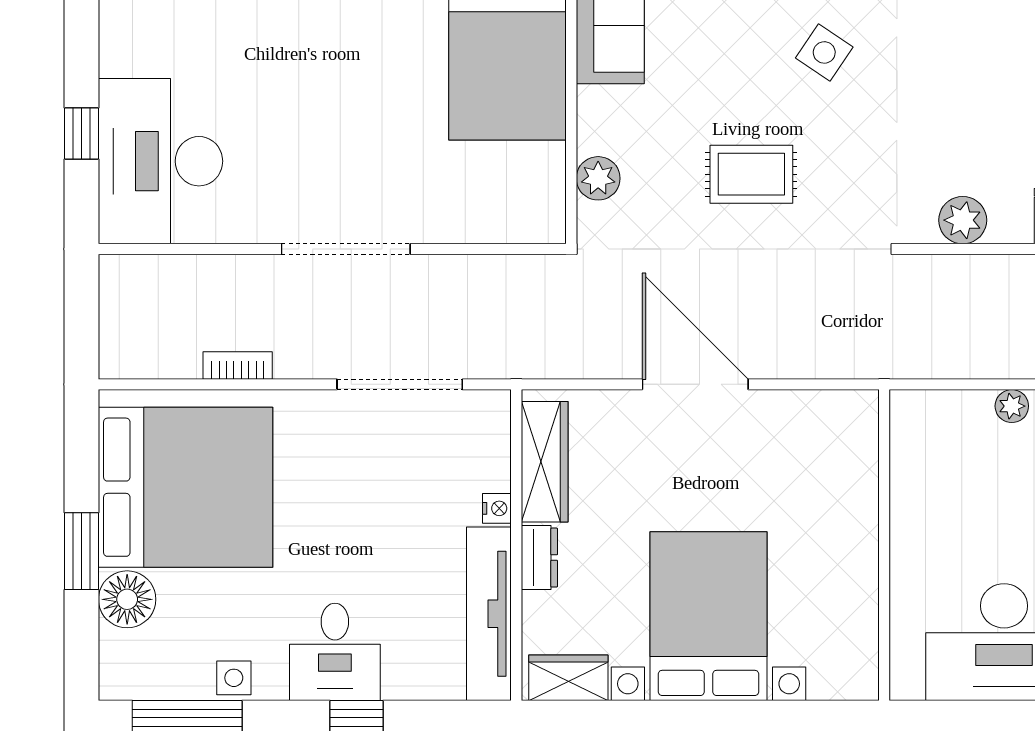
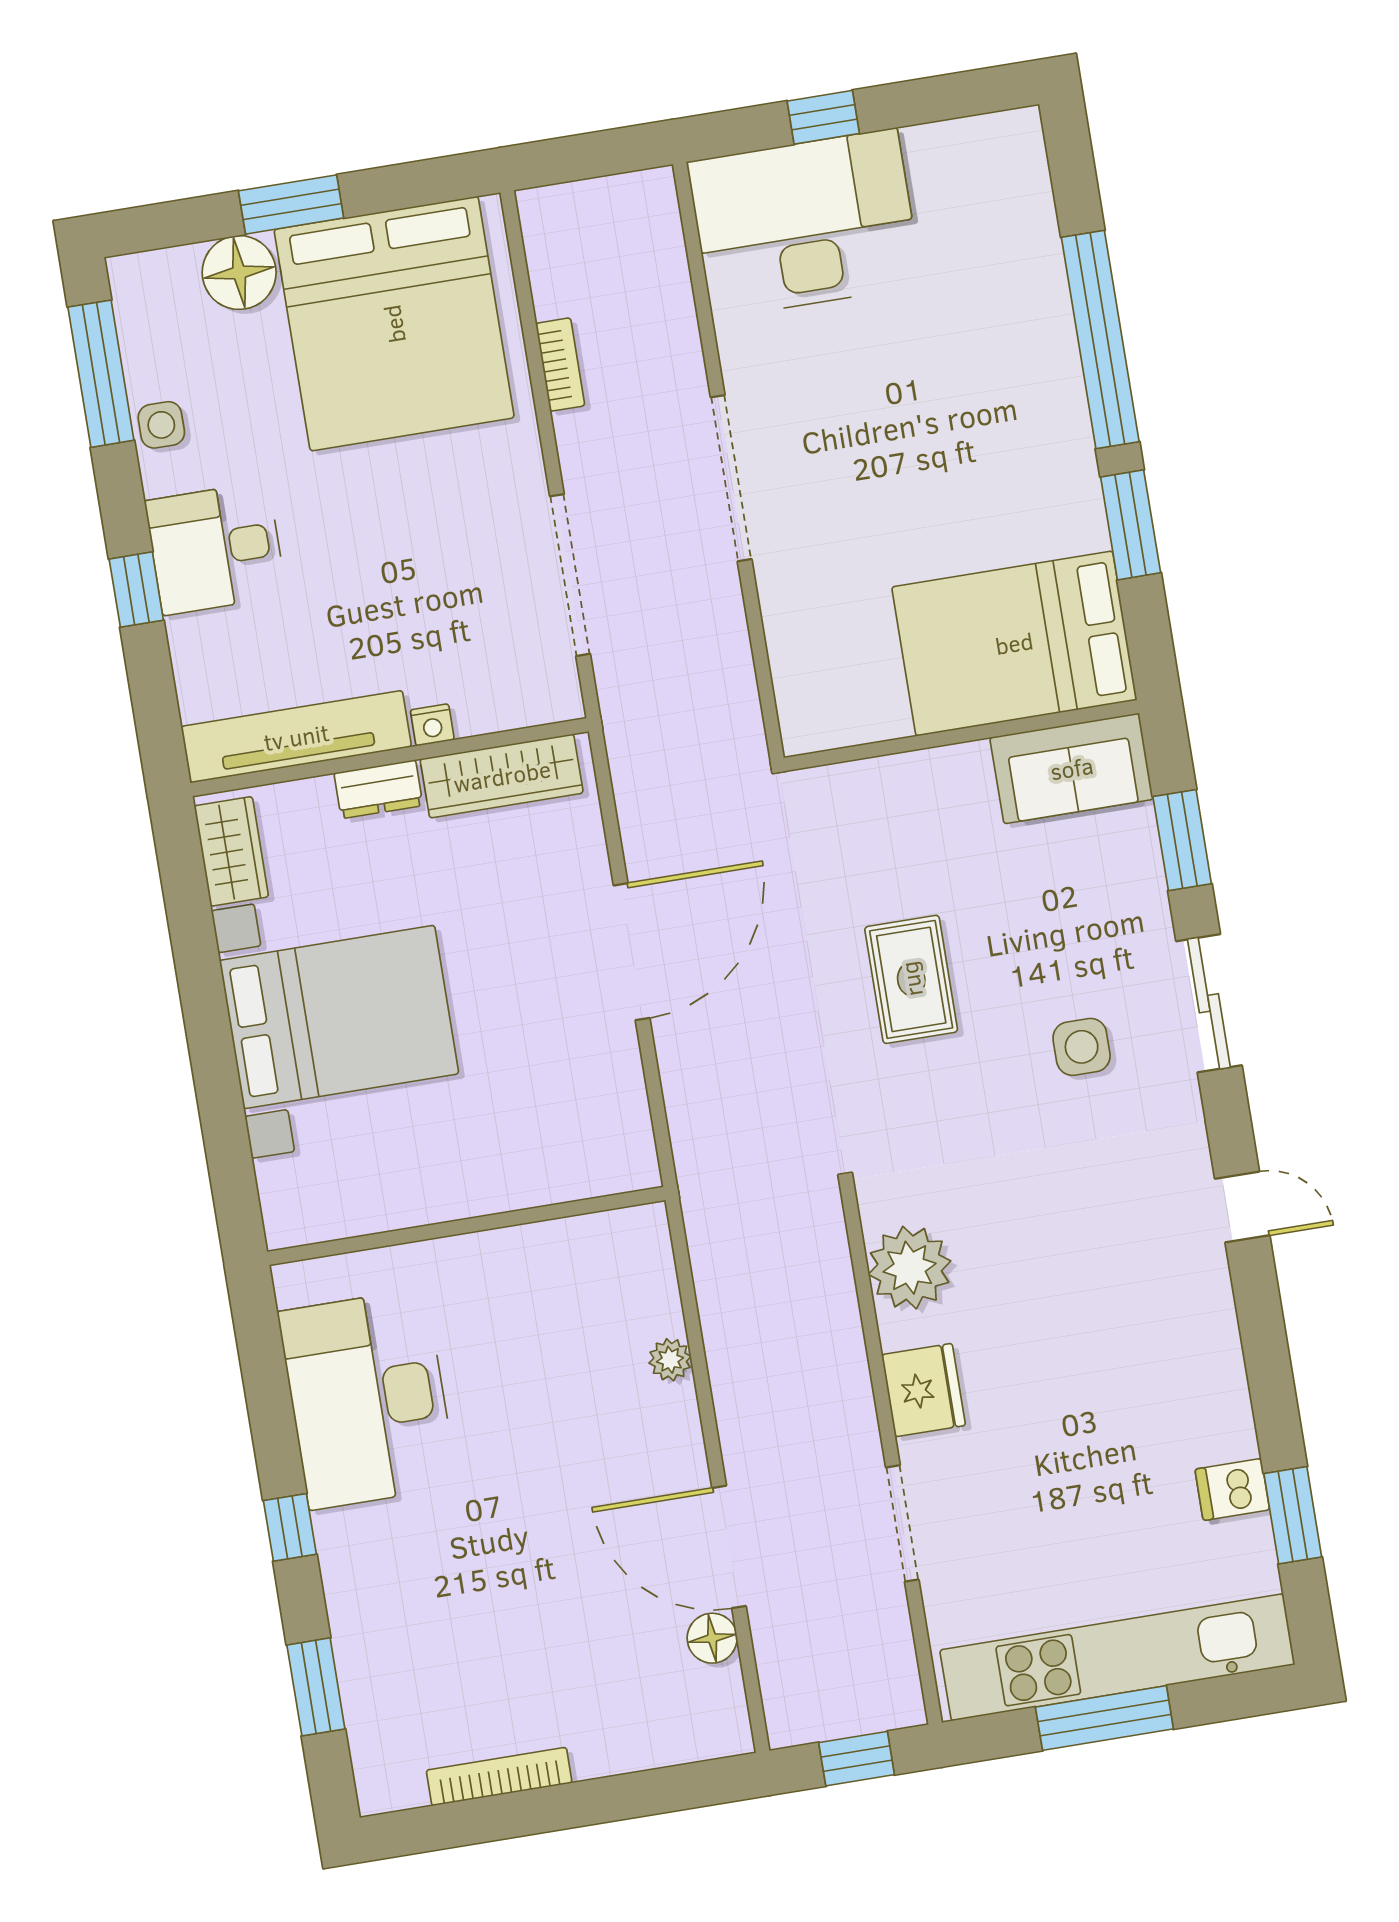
side table: (824, 52) -> (1082, 1047), turned -34
plant: (598, 178) -> (874, 785), removed
plant: (963, 220) -> (910, 1268), width x1.36, depth x1.36

